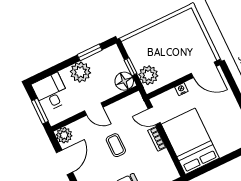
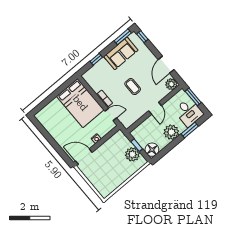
window: (90, 52) -> (190, 130), moved
plant: (148, 75) -> (132, 154), moved
floor lamp: (124, 81) -> (152, 150), moved
door: (94, 109) -> (155, 108), swing flipped

